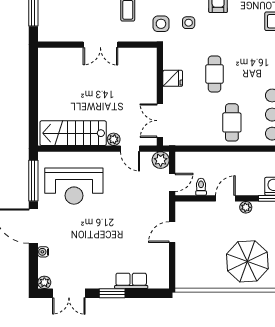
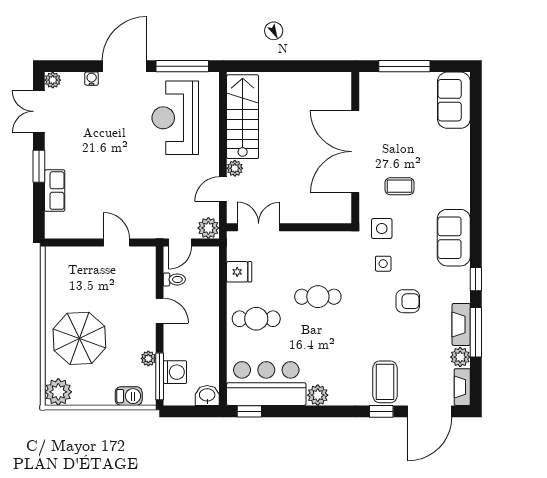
double door: (100, 45) -> (355, 152), width x1.87
fridge: (173, 78) -> (239, 272), moved, turned -90
door: (172, 182) -> (180, 243), hinge flipped
plant: (246, 207) -> (148, 358), moved

